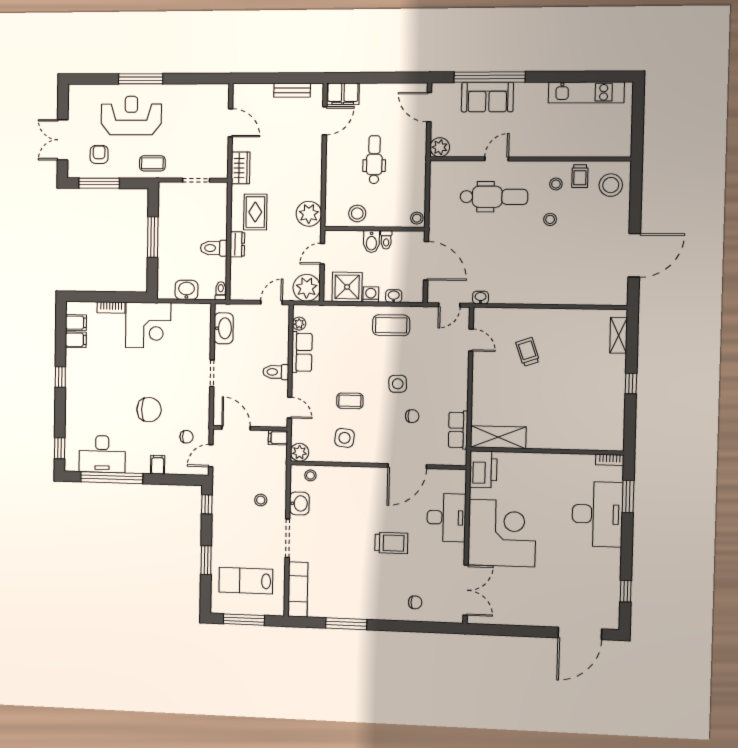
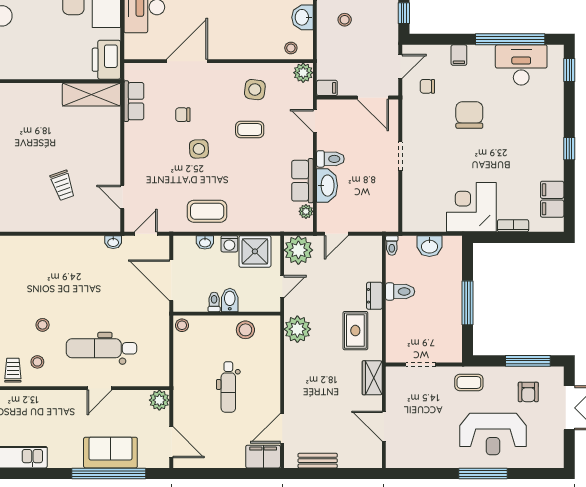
washbasin: (224, 328) -> (327, 186), moved, turned 180
chair: (149, 410) -> (469, 115), turned 90

